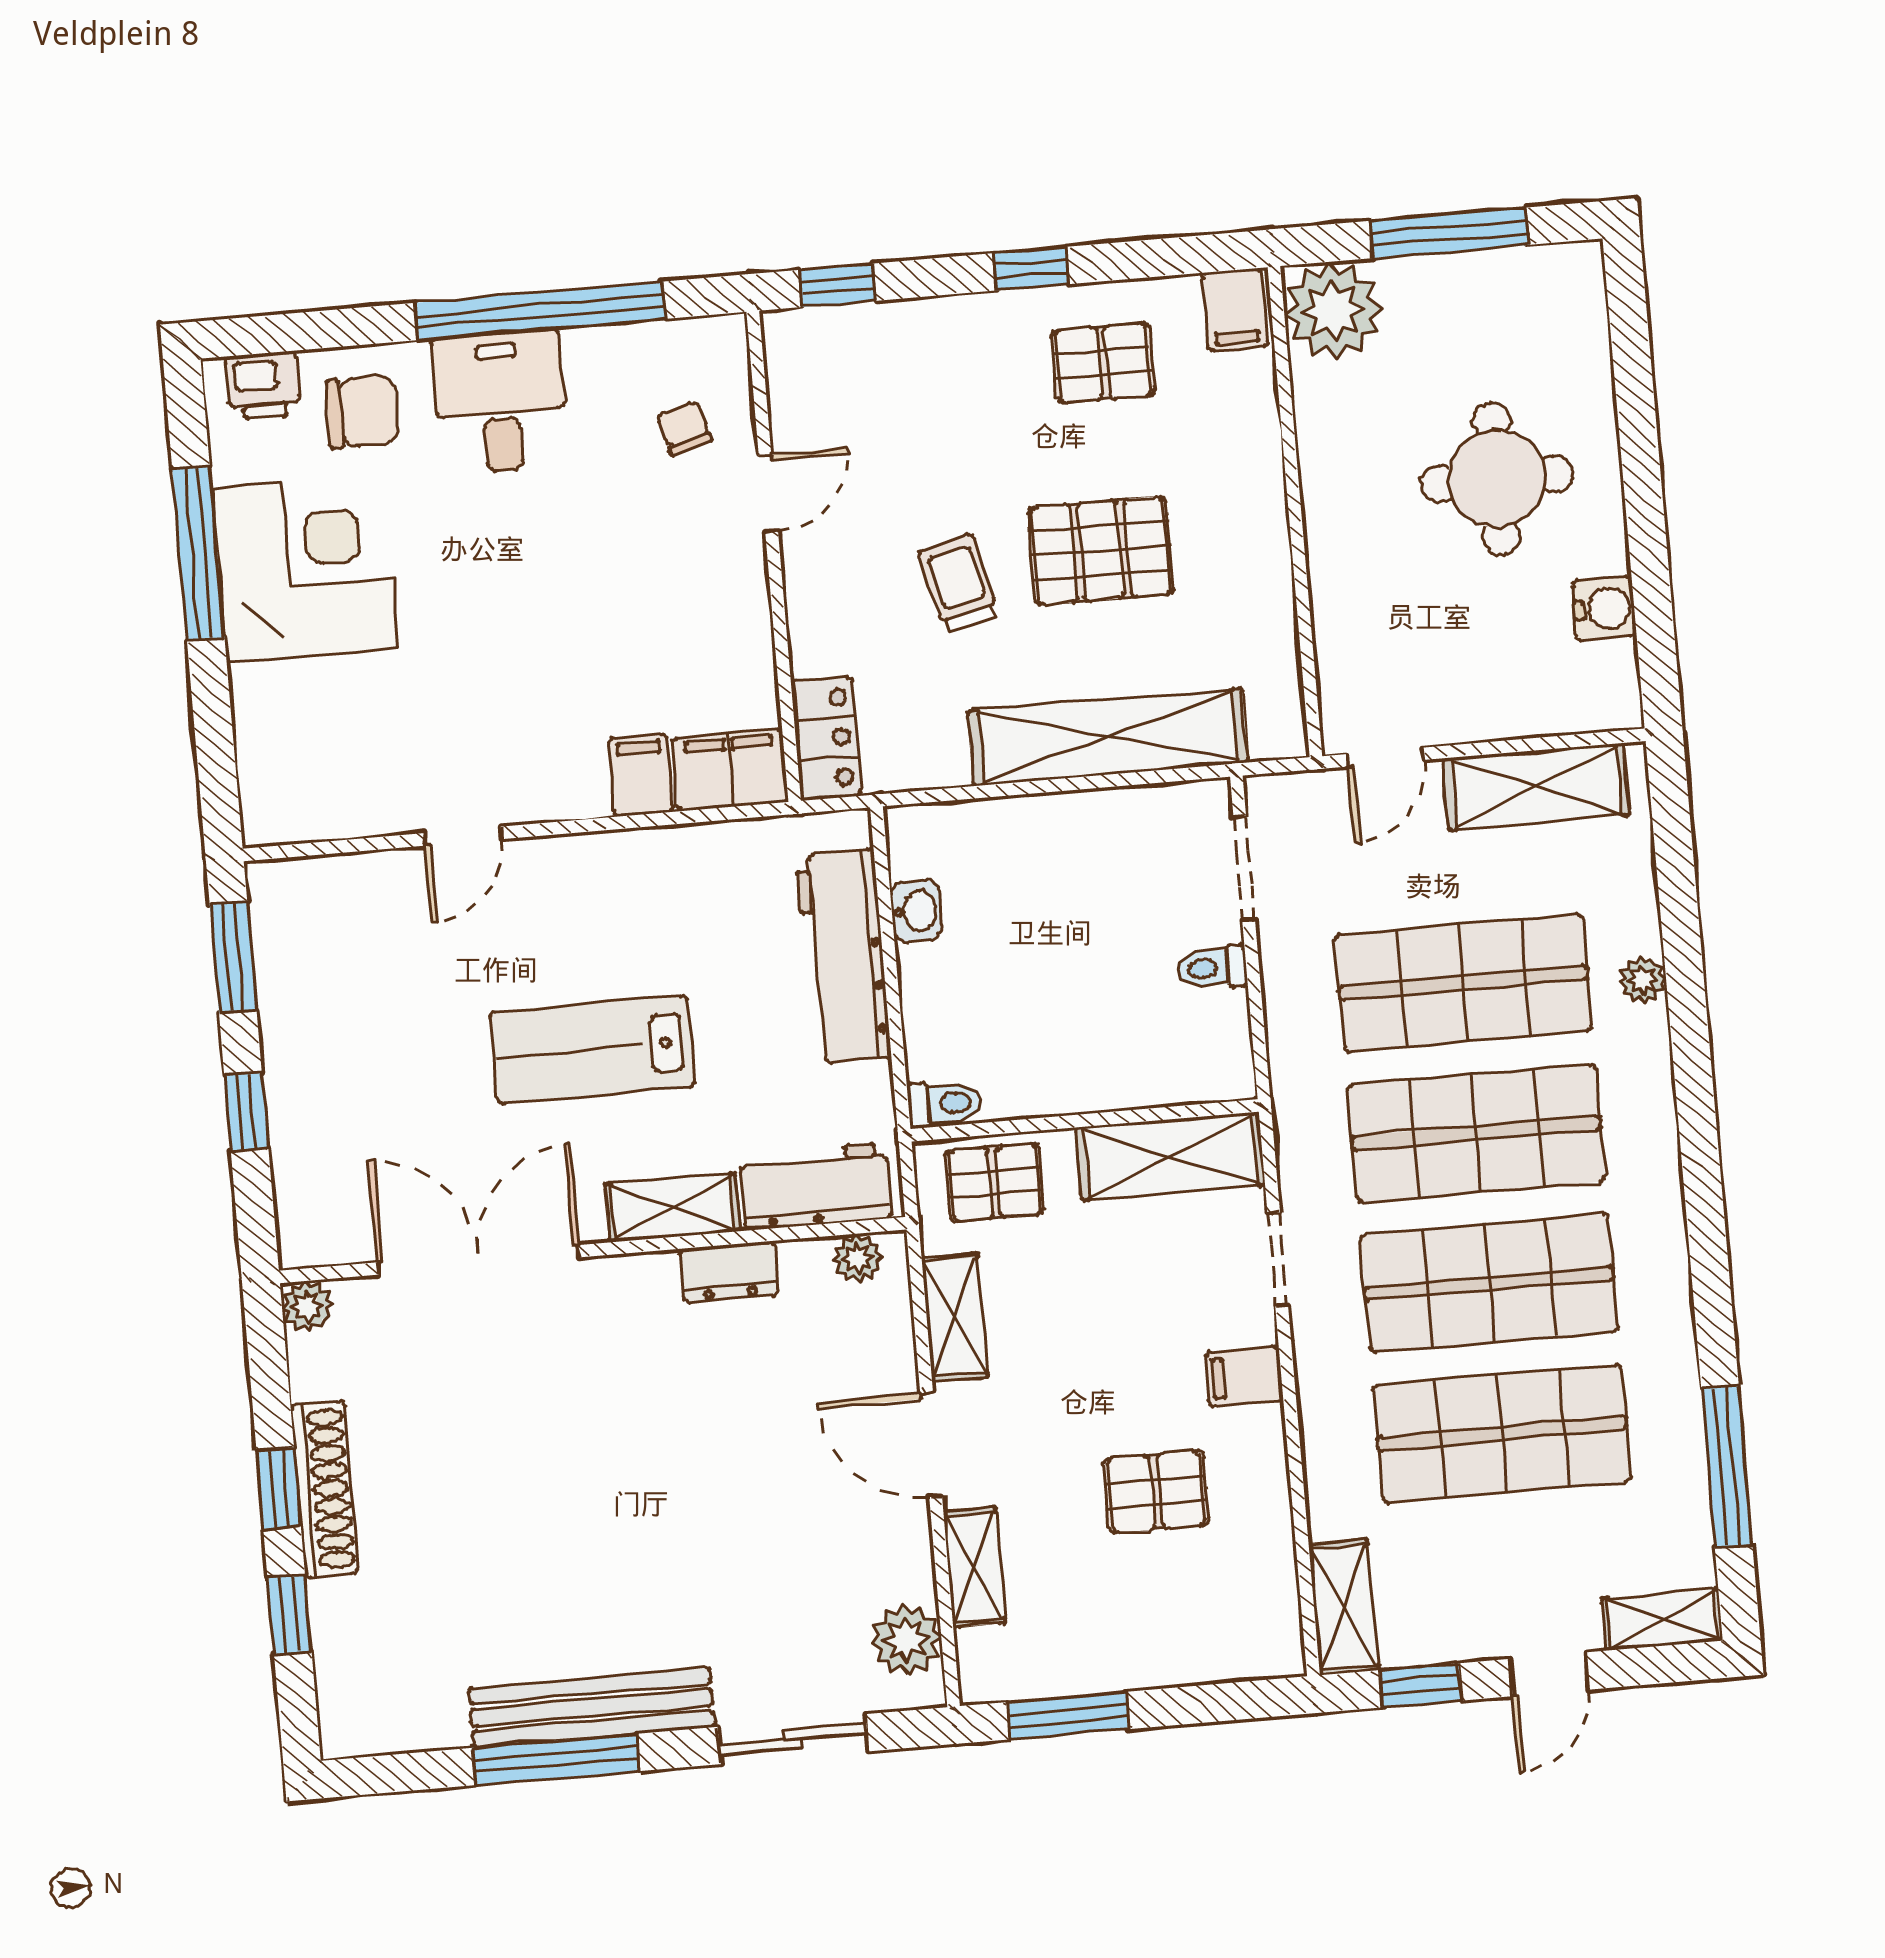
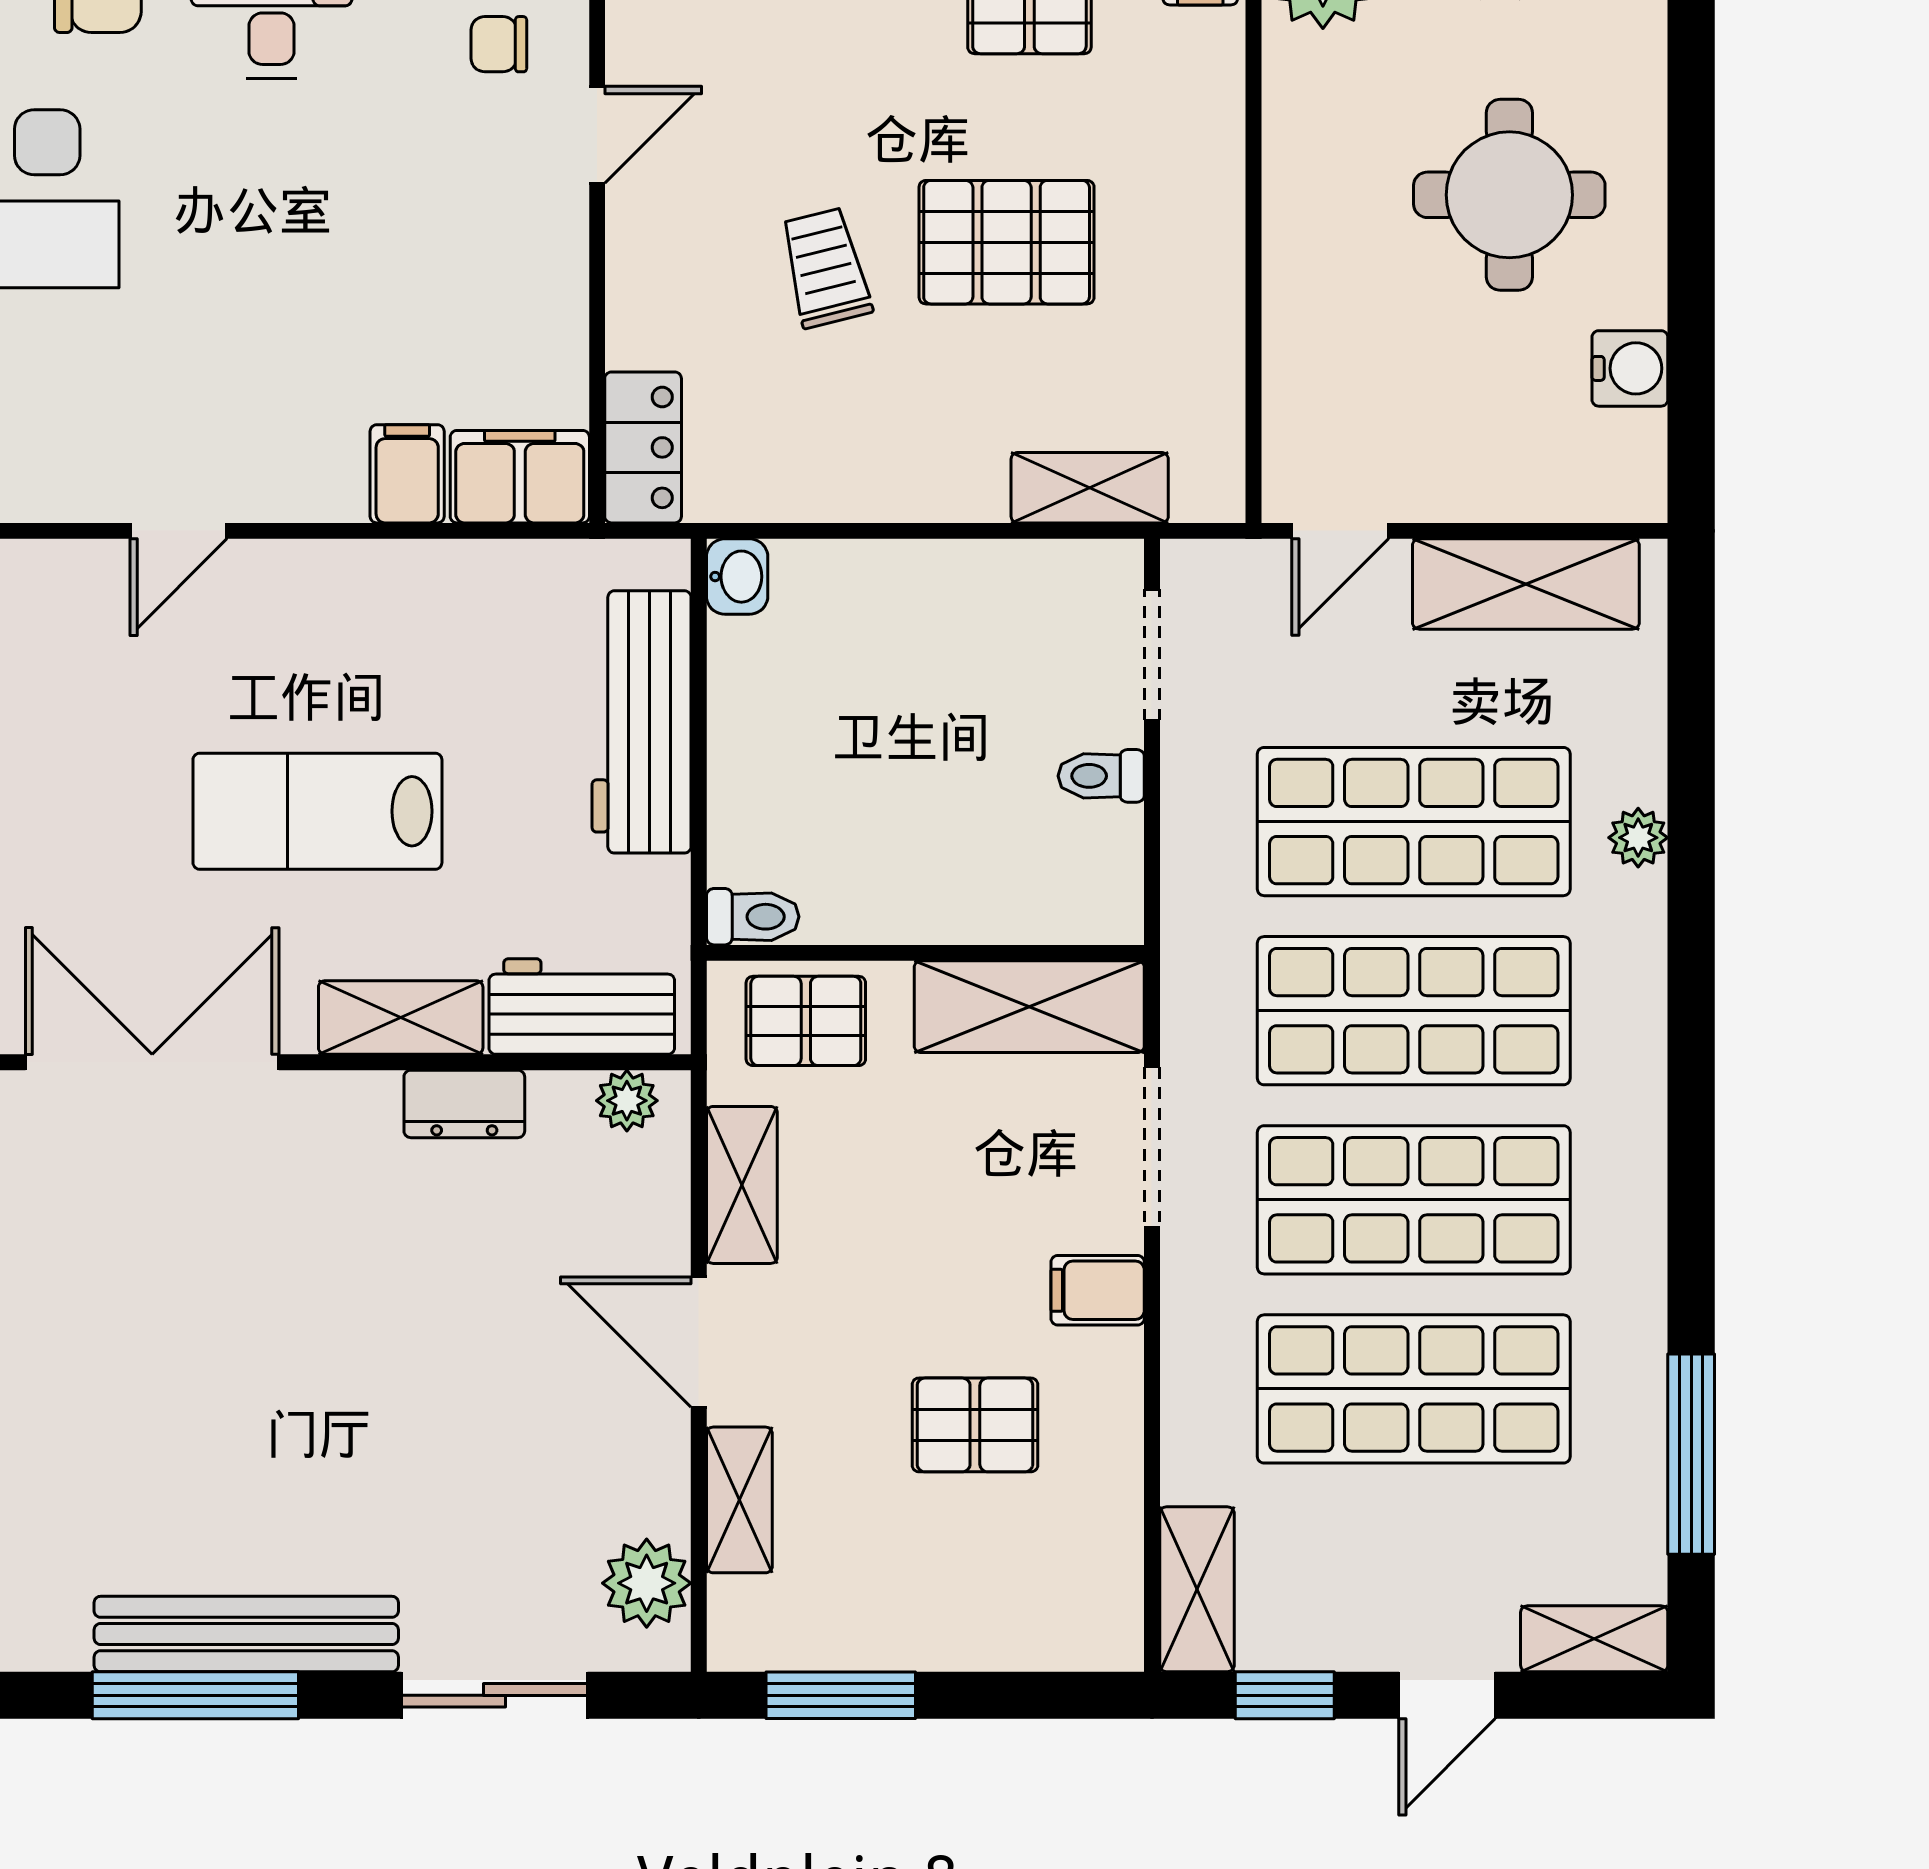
chair: (684, 428) -> (499, 44), turned -74
shelving: (1108, 737) -> (1090, 488), width x0.45, depth x0.75
washbasin: (916, 911) -> (737, 577), moved
doorway: (1278, 1259) -> (1152, 1147), width x1.38

